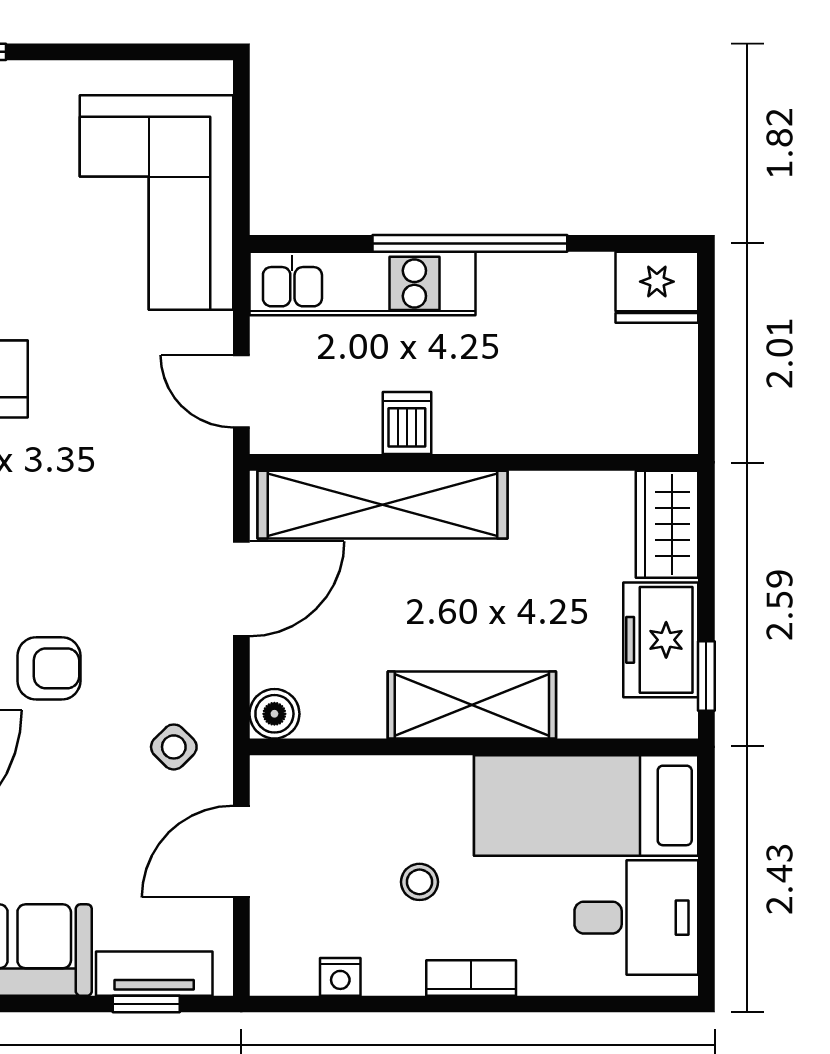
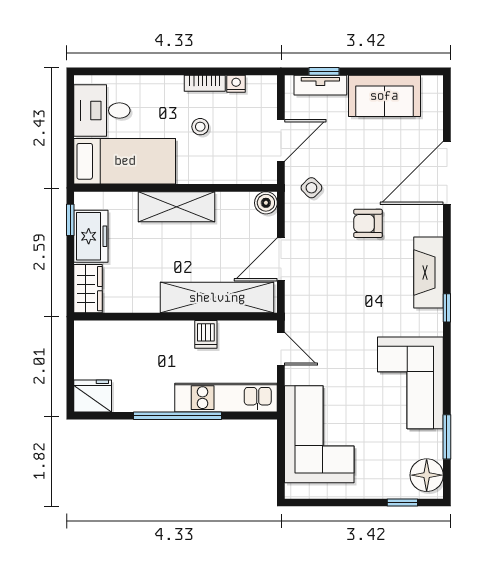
bookcase: (471, 978) -> (205, 83), moved

